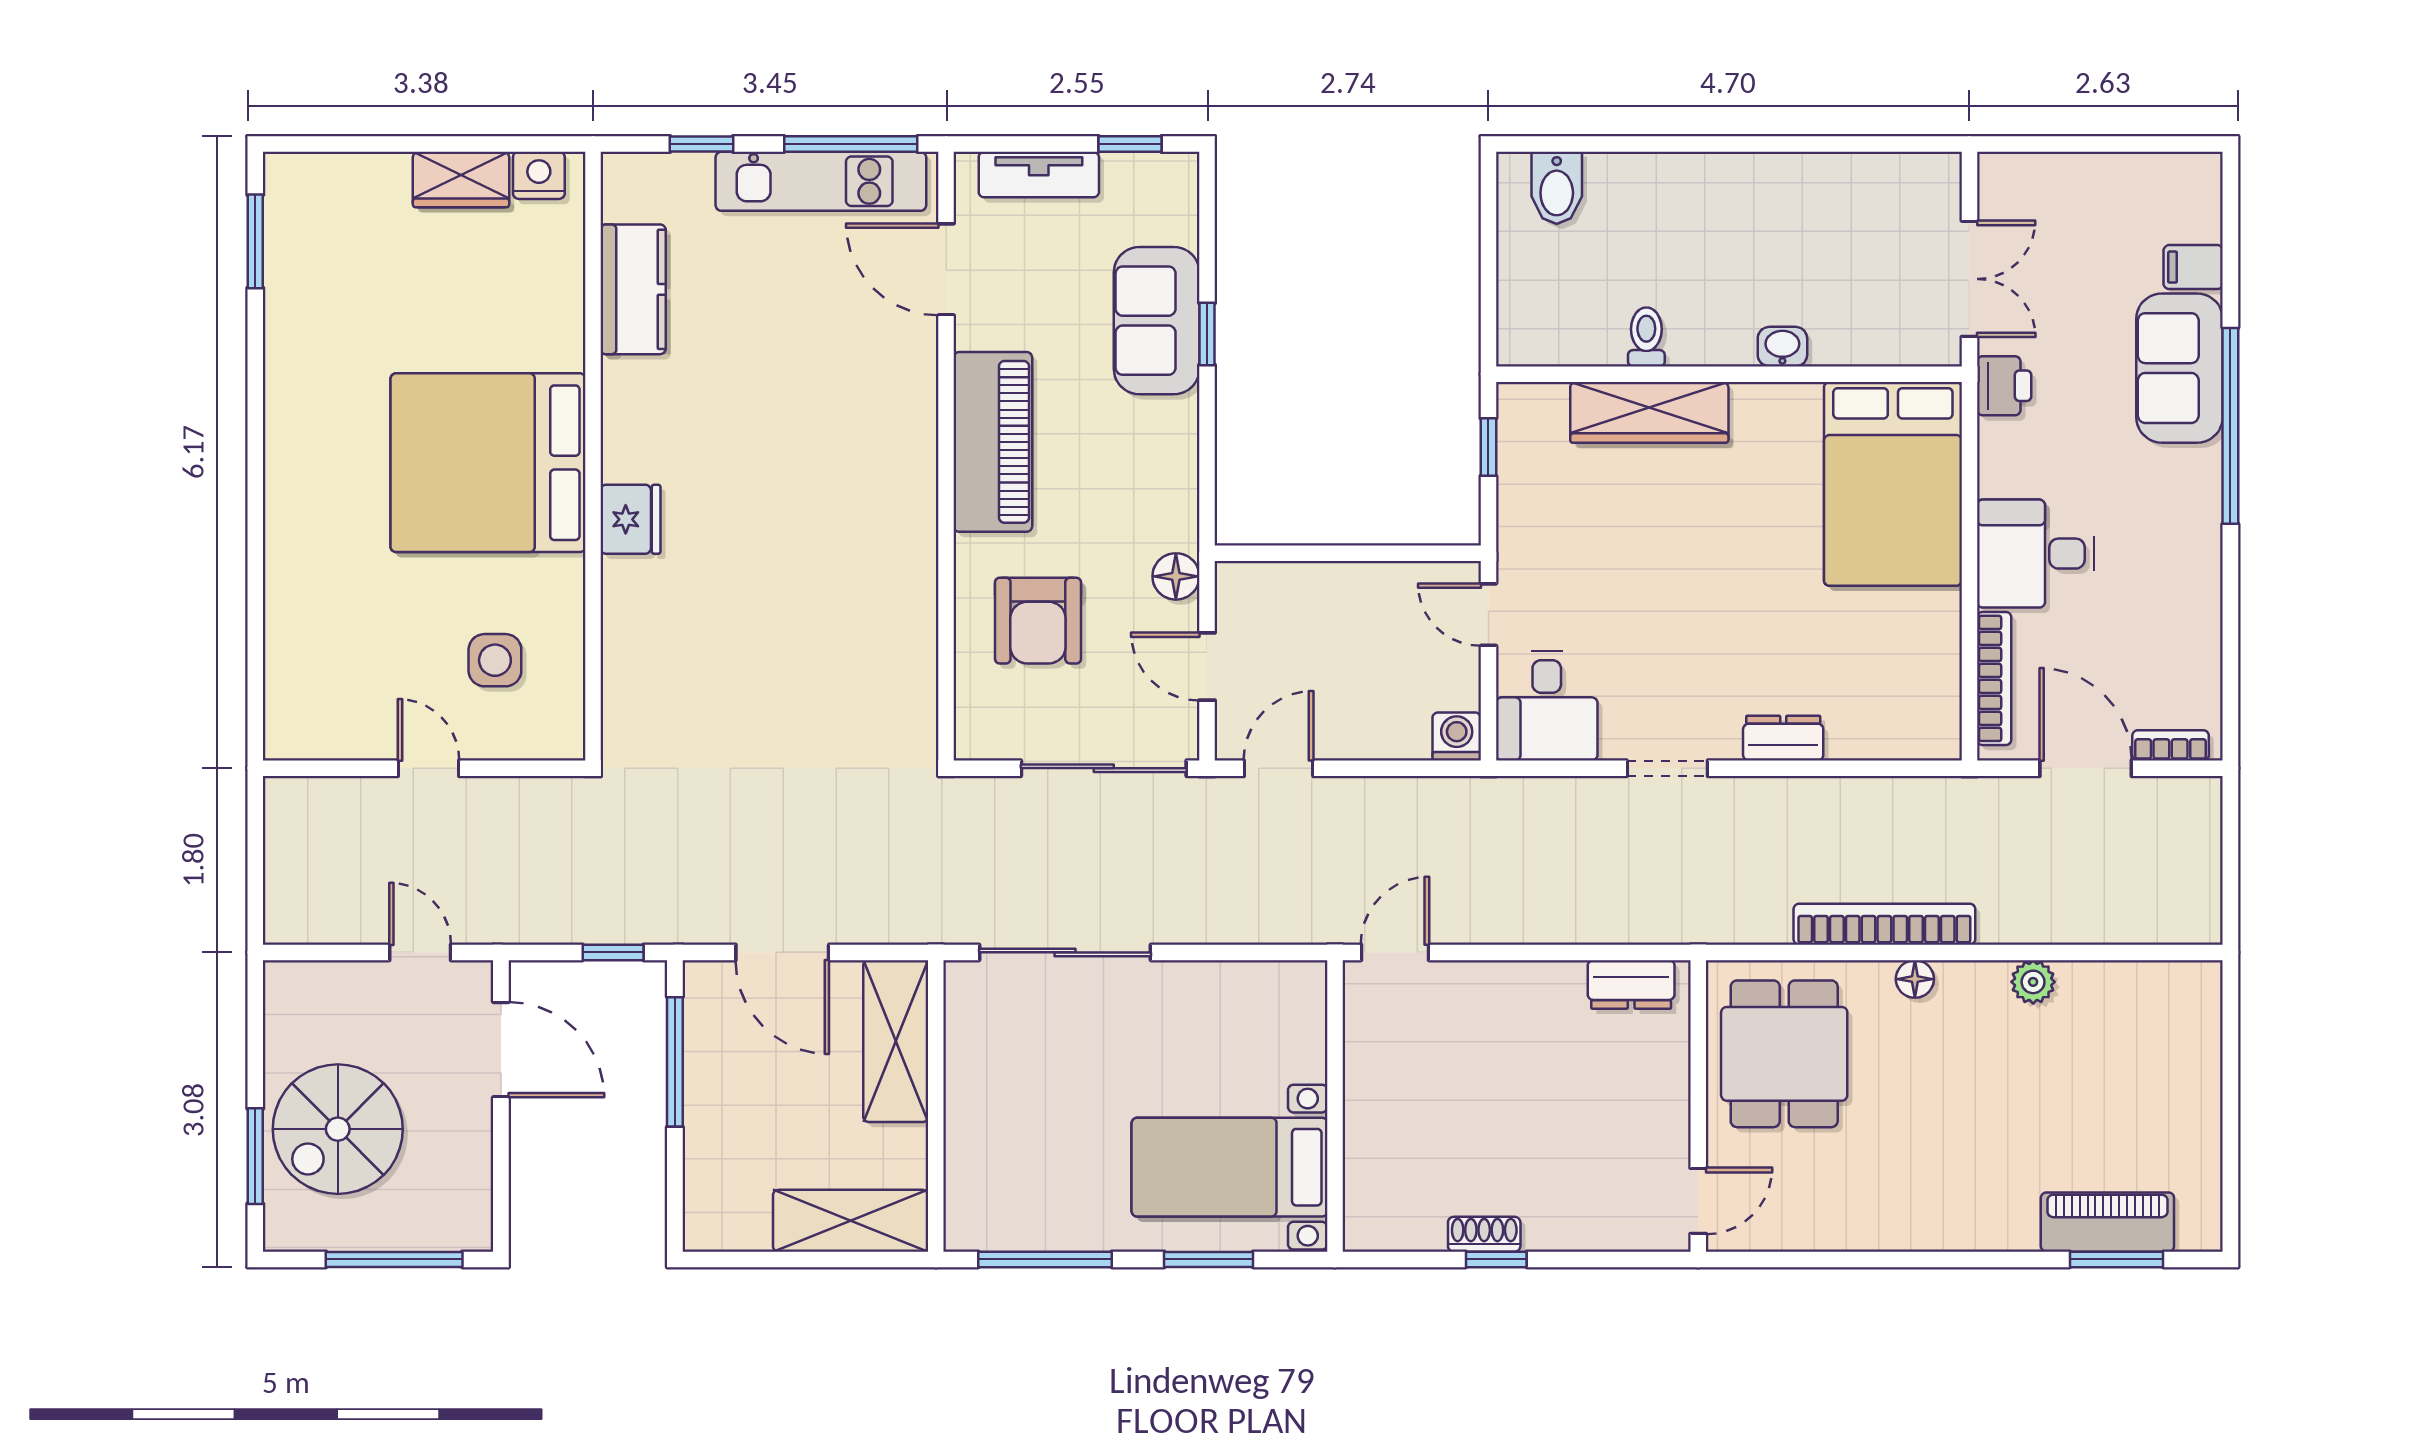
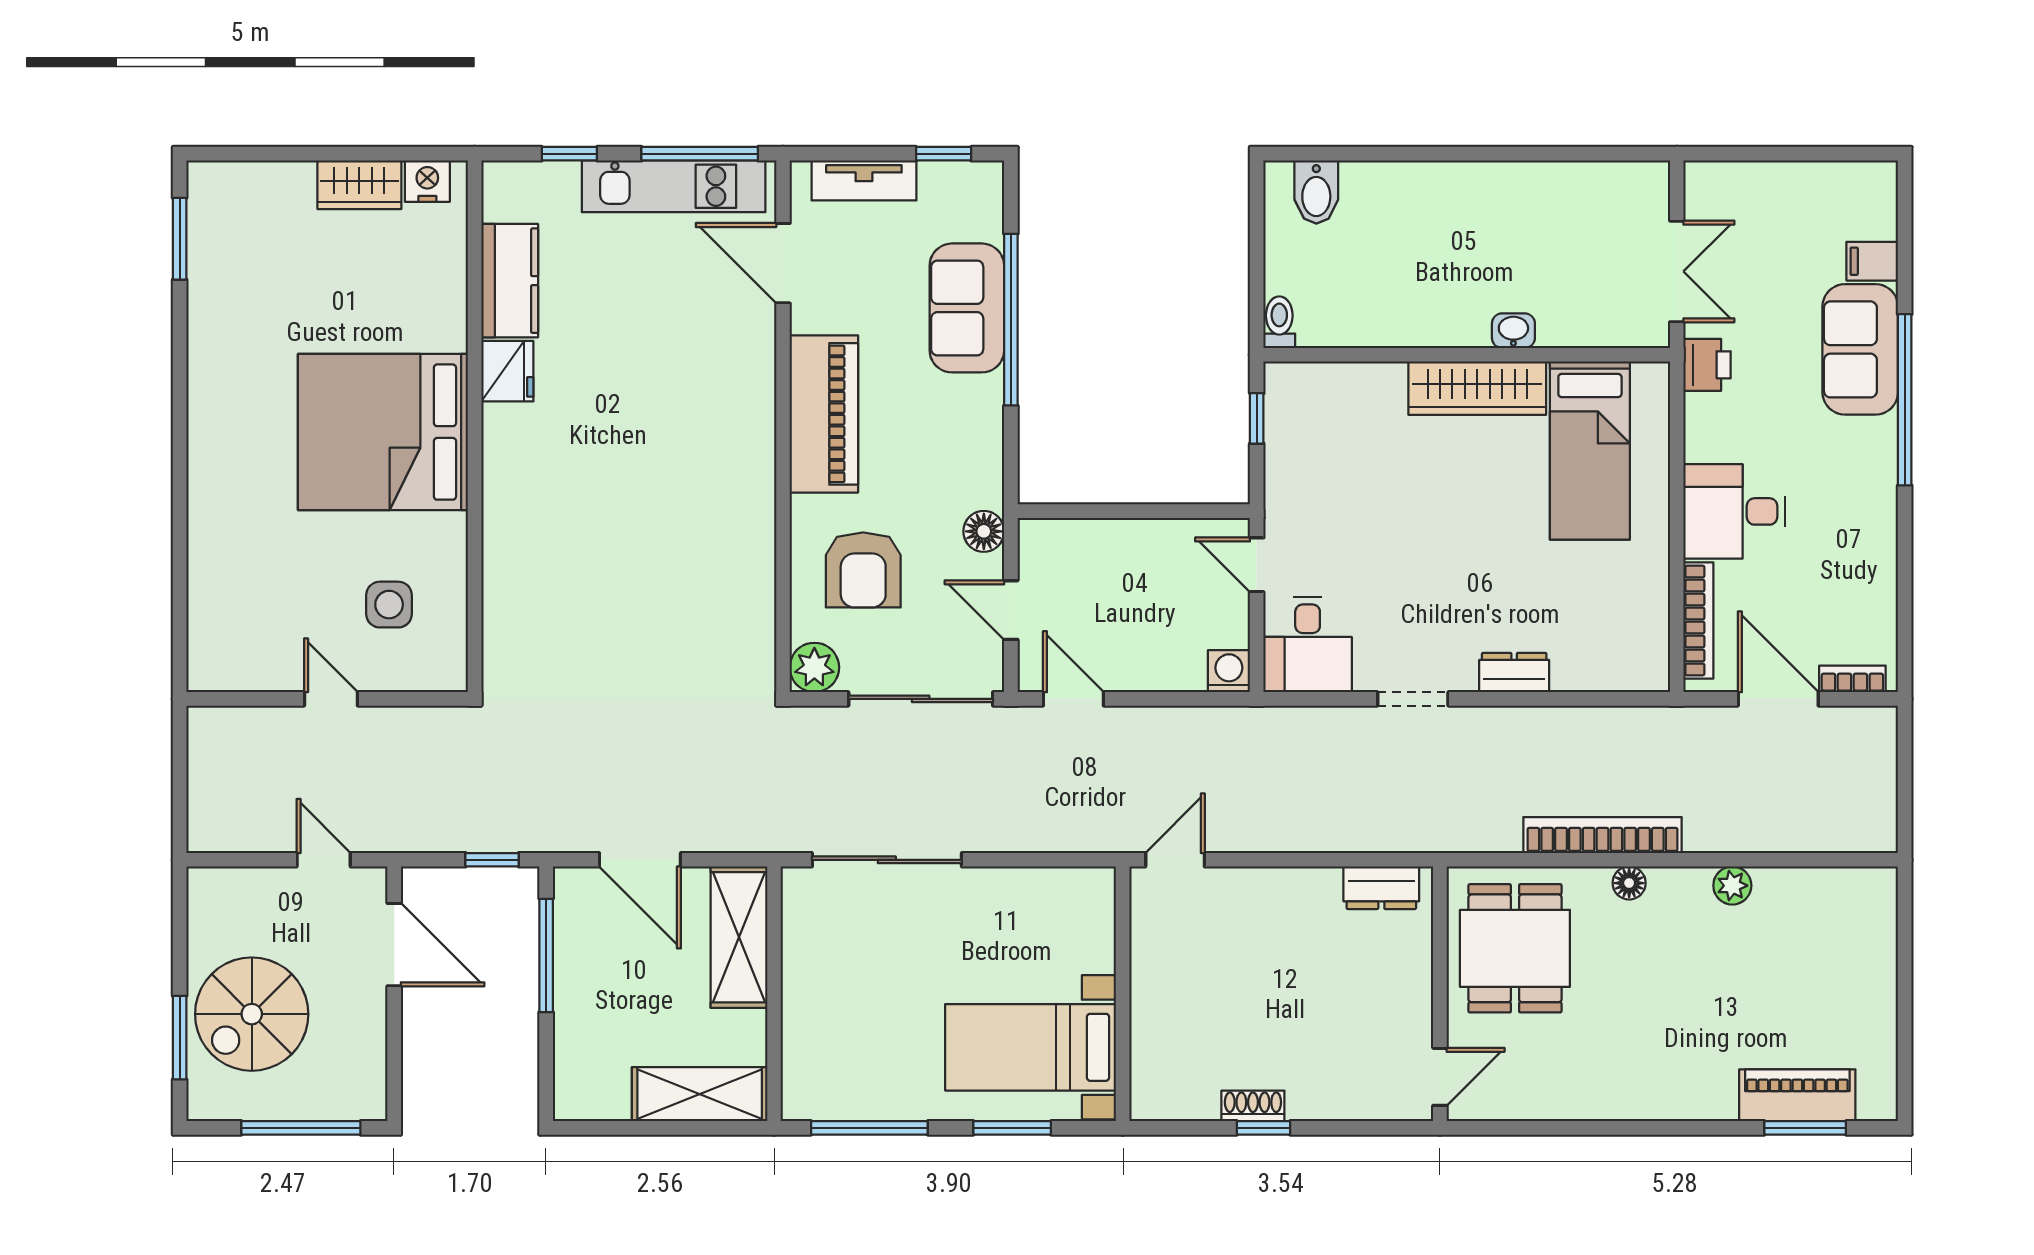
window: (1207, 334) -> (1011, 320), width x3.17
toilet: (1646, 337) -> (1279, 322), moved
wardrobe: (1649, 412) -> (1477, 388), moved
bed: (1893, 484) -> (1590, 451), width x0.67
fridge: (630, 519) -> (507, 371), moved
plant: (982, 732) -> (814, 667), added
door: (1279, 768) -> (1073, 699), hinge flipped

